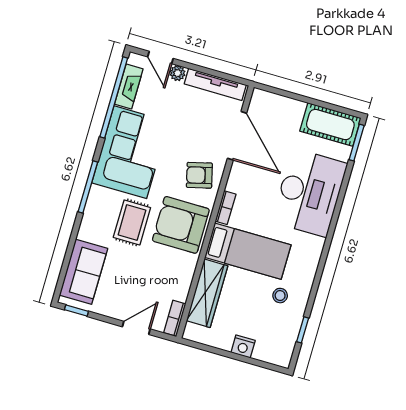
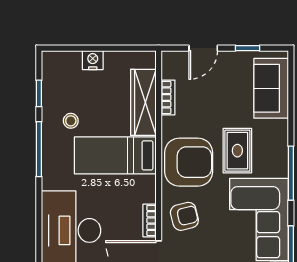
bookcase: (225, 208) -> (150, 220), moved
window: (318, 278) -> (39, 149), added
window: (76, 311) -> (247, 48), moved
bookcase: (175, 318) -> (168, 97), moved

